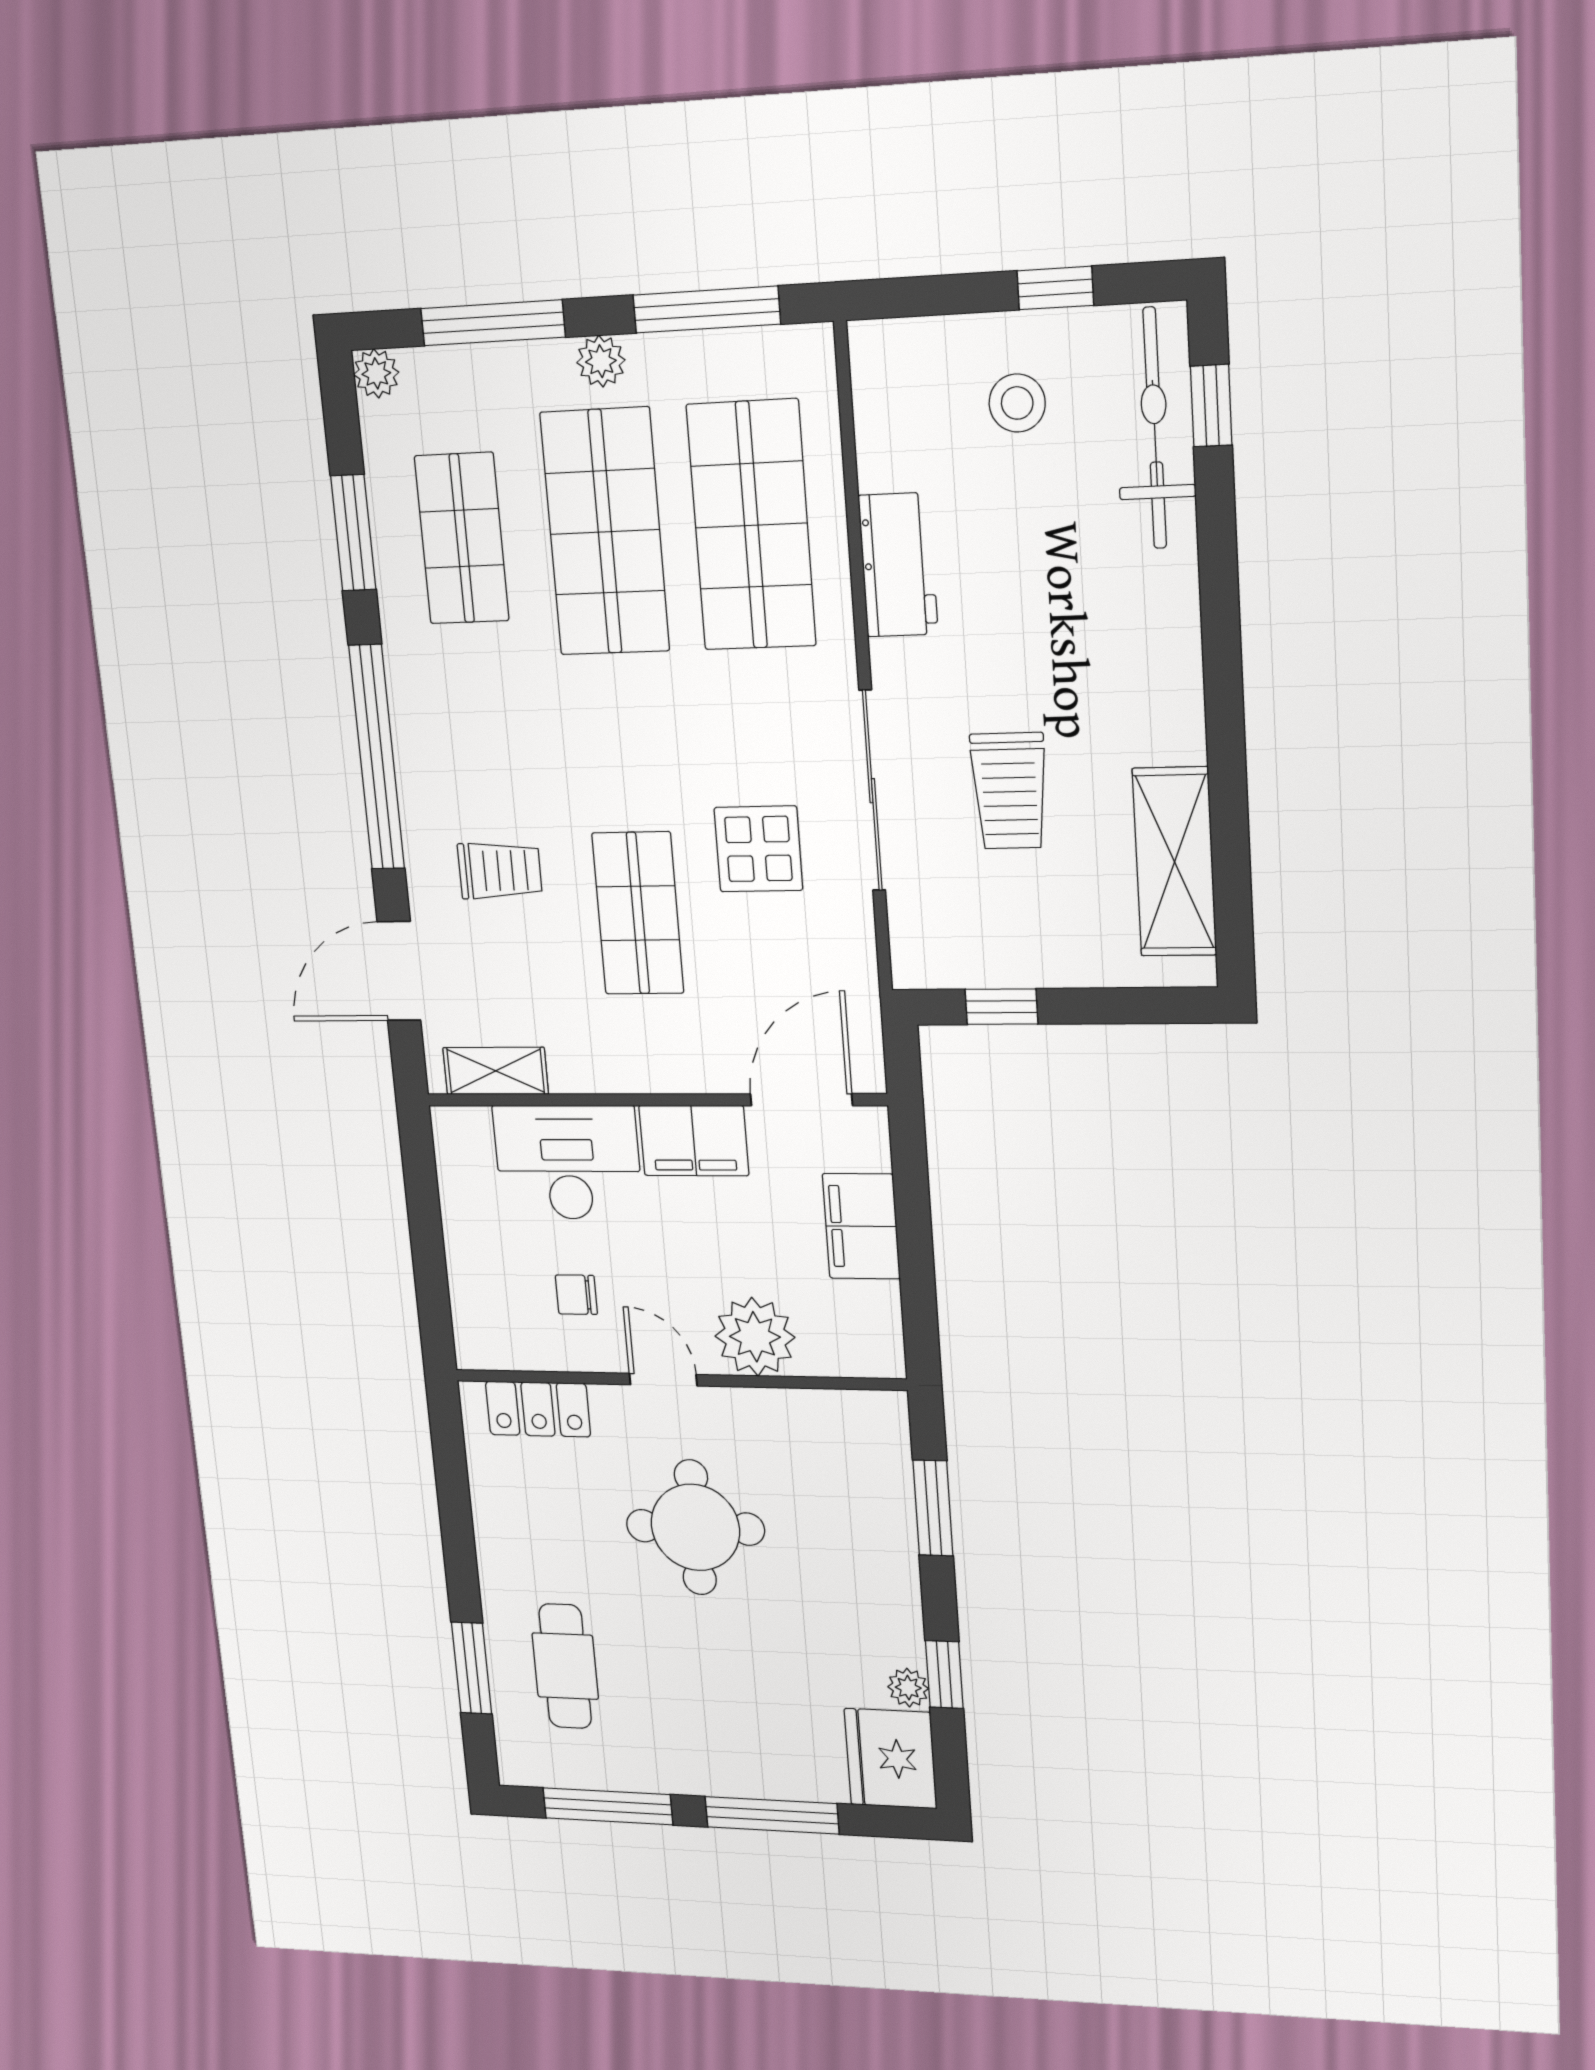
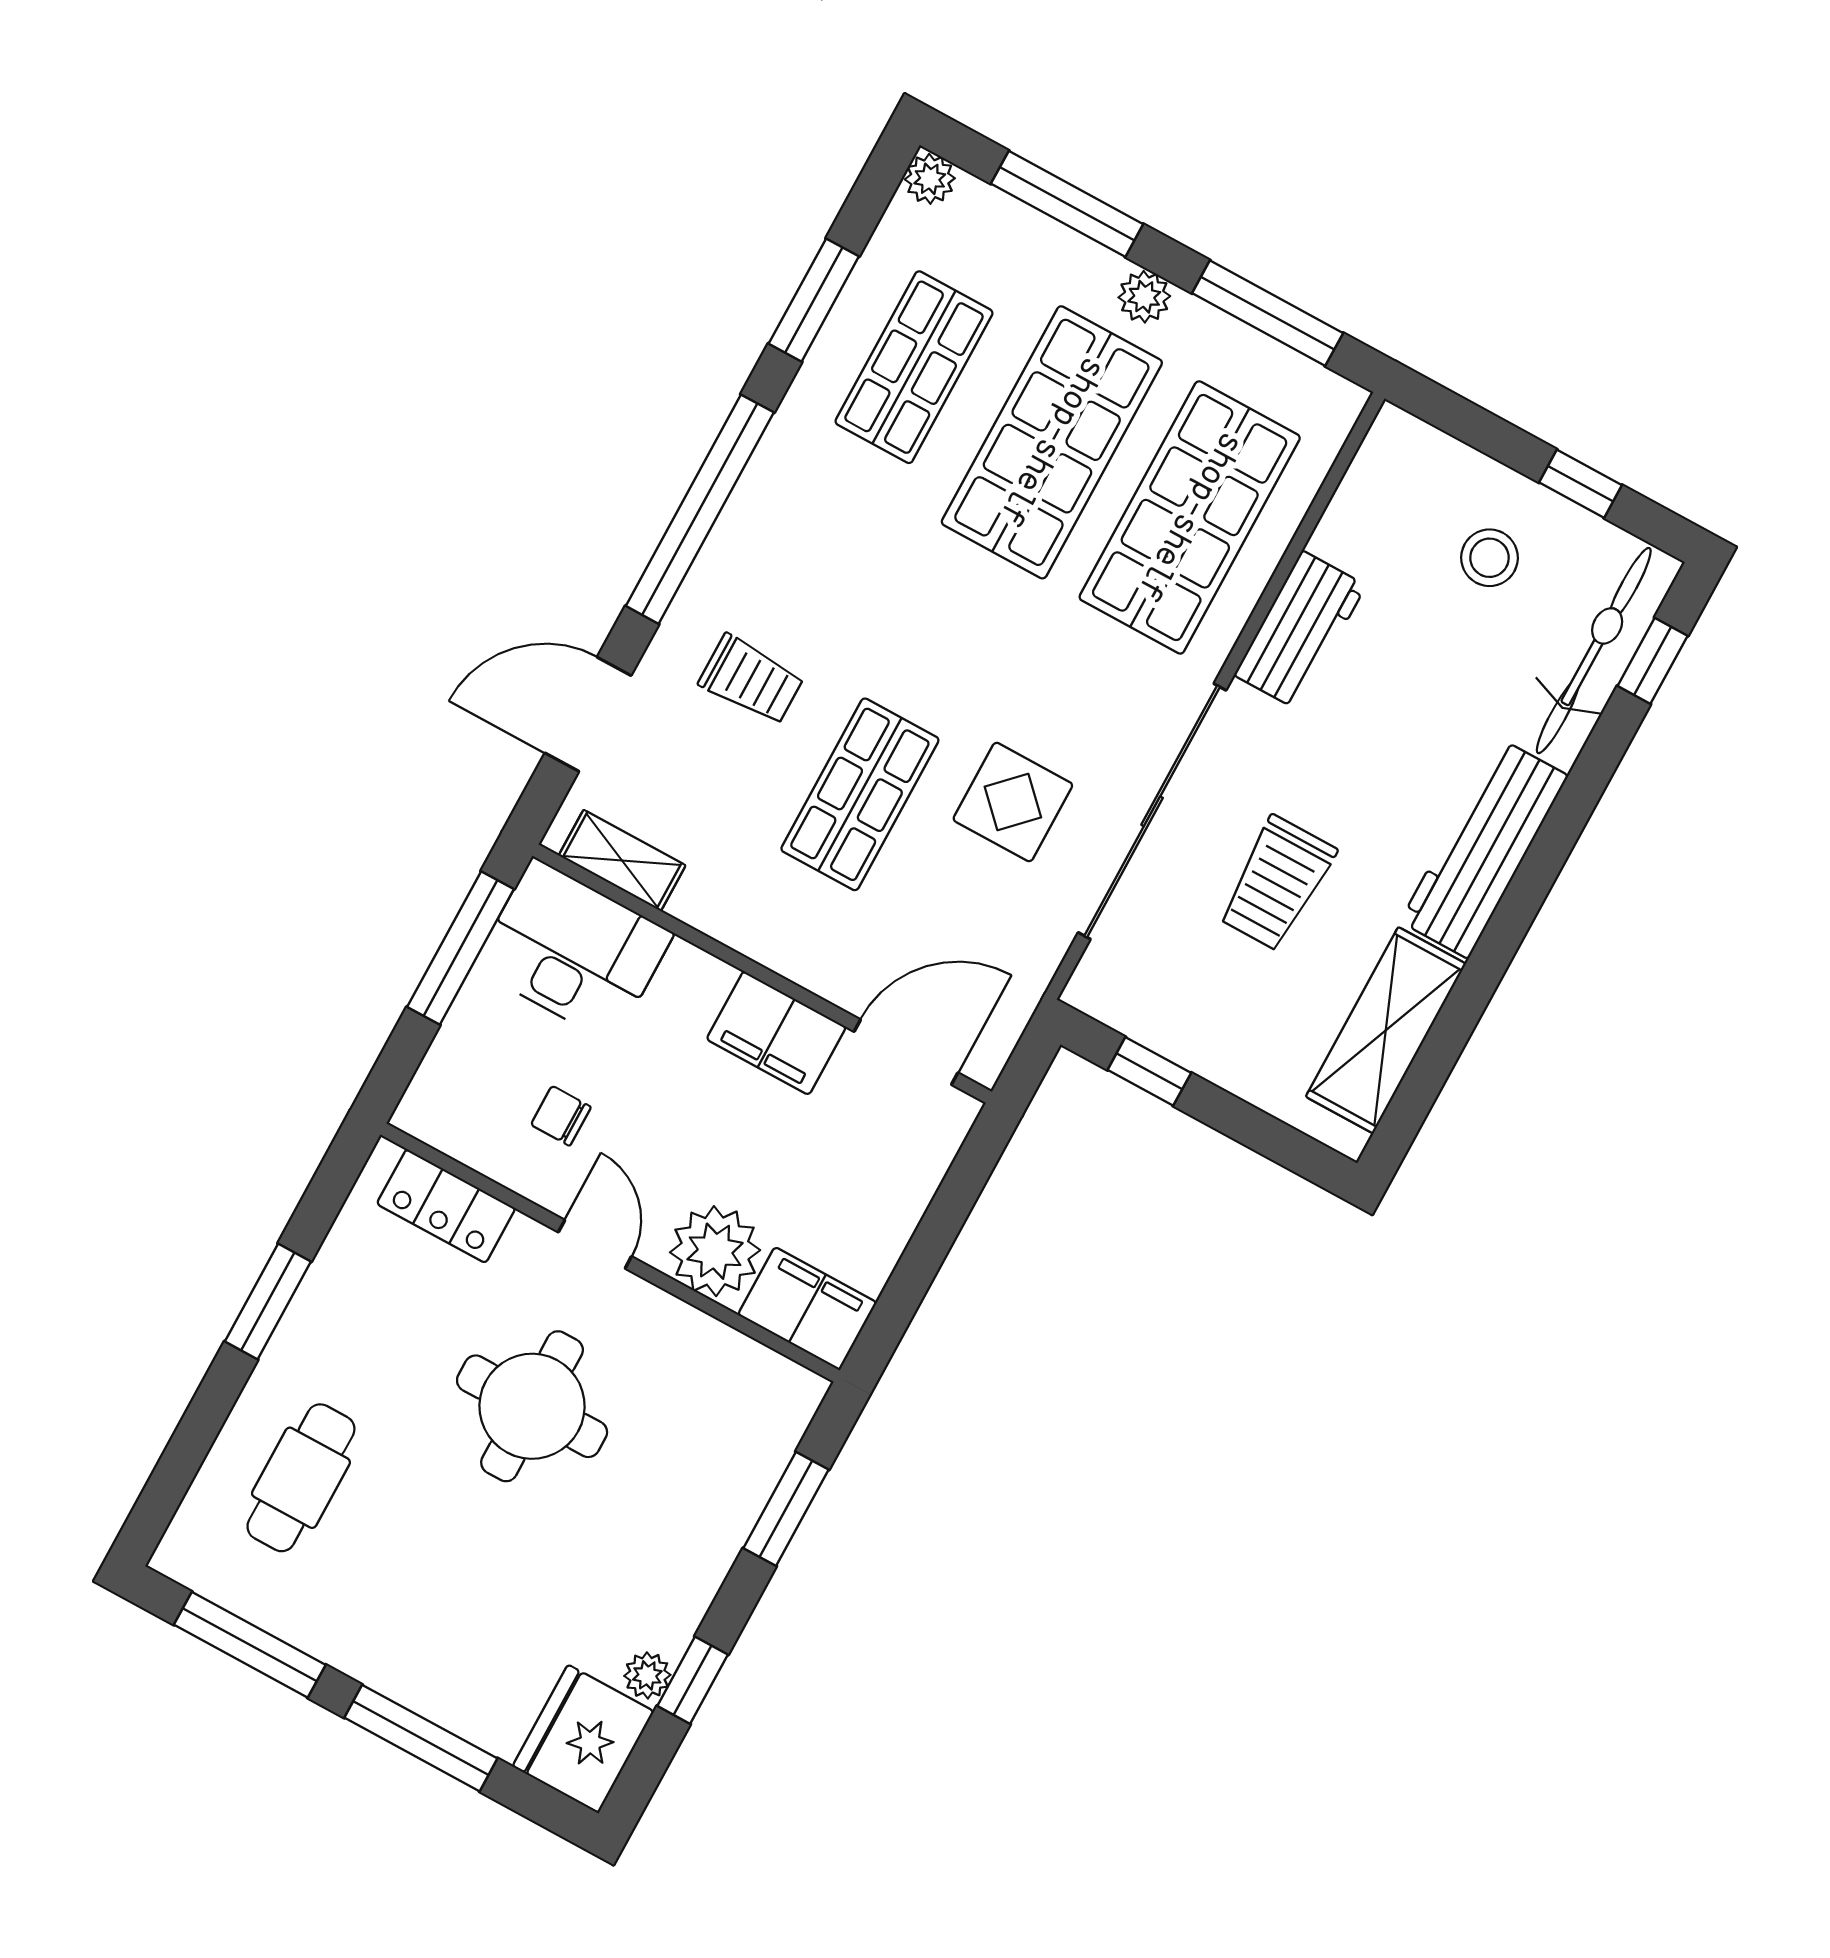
workbench: (1164, 659) -> (1484, 849), added
sliding door: (872, 791) -> (1152, 811), width x1.36
desk: (568, 1162) -> (573, 951), moved
window: (423, 1207) -> (461, 948), added
filing cabinet: (861, 1226) -> (807, 1309), moved, turned 90
window: (472, 1668) -> (268, 1301), moved

